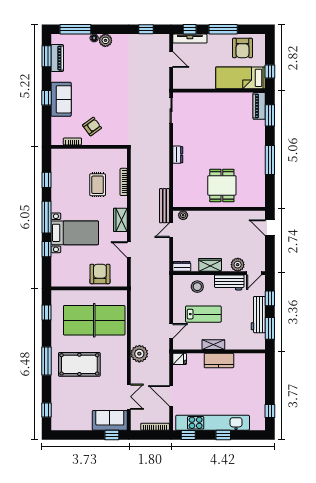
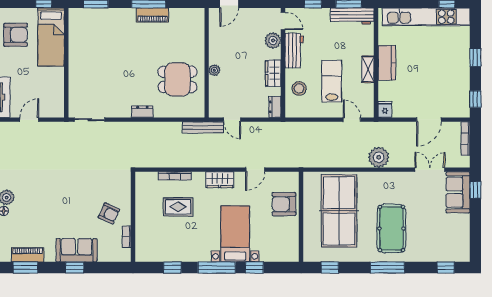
piano: (259, 106) -> (153, 15), moved
armchair: (92, 127) -> (109, 213), turned 151
dining table: (222, 185) -> (177, 79), moved
plant: (183, 215) -> (214, 70), moved
workbench: (258, 315) -> (352, 16), moved
kitchen unit: (213, 423) -> (426, 17), moved, turned -90

